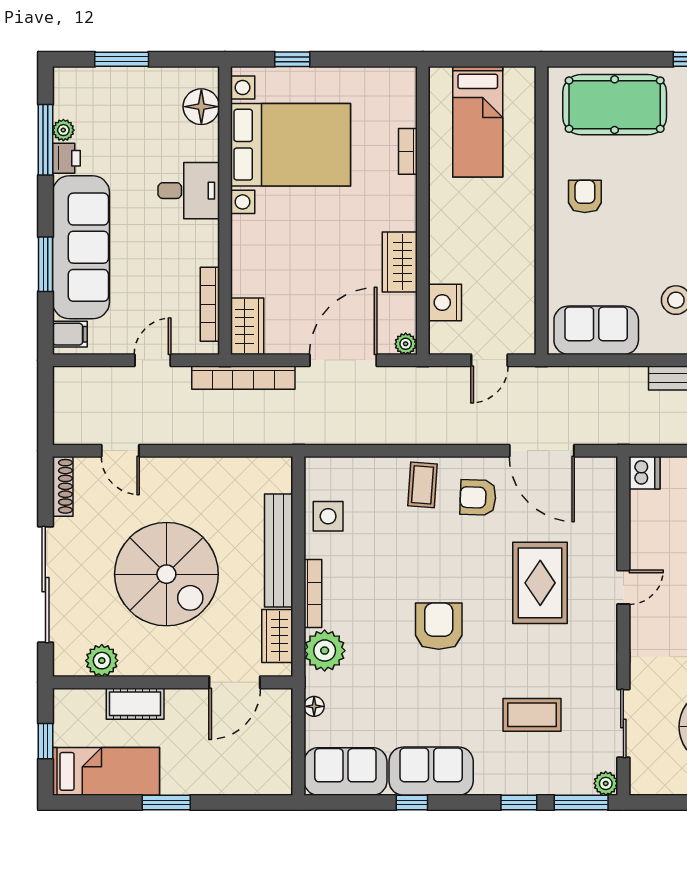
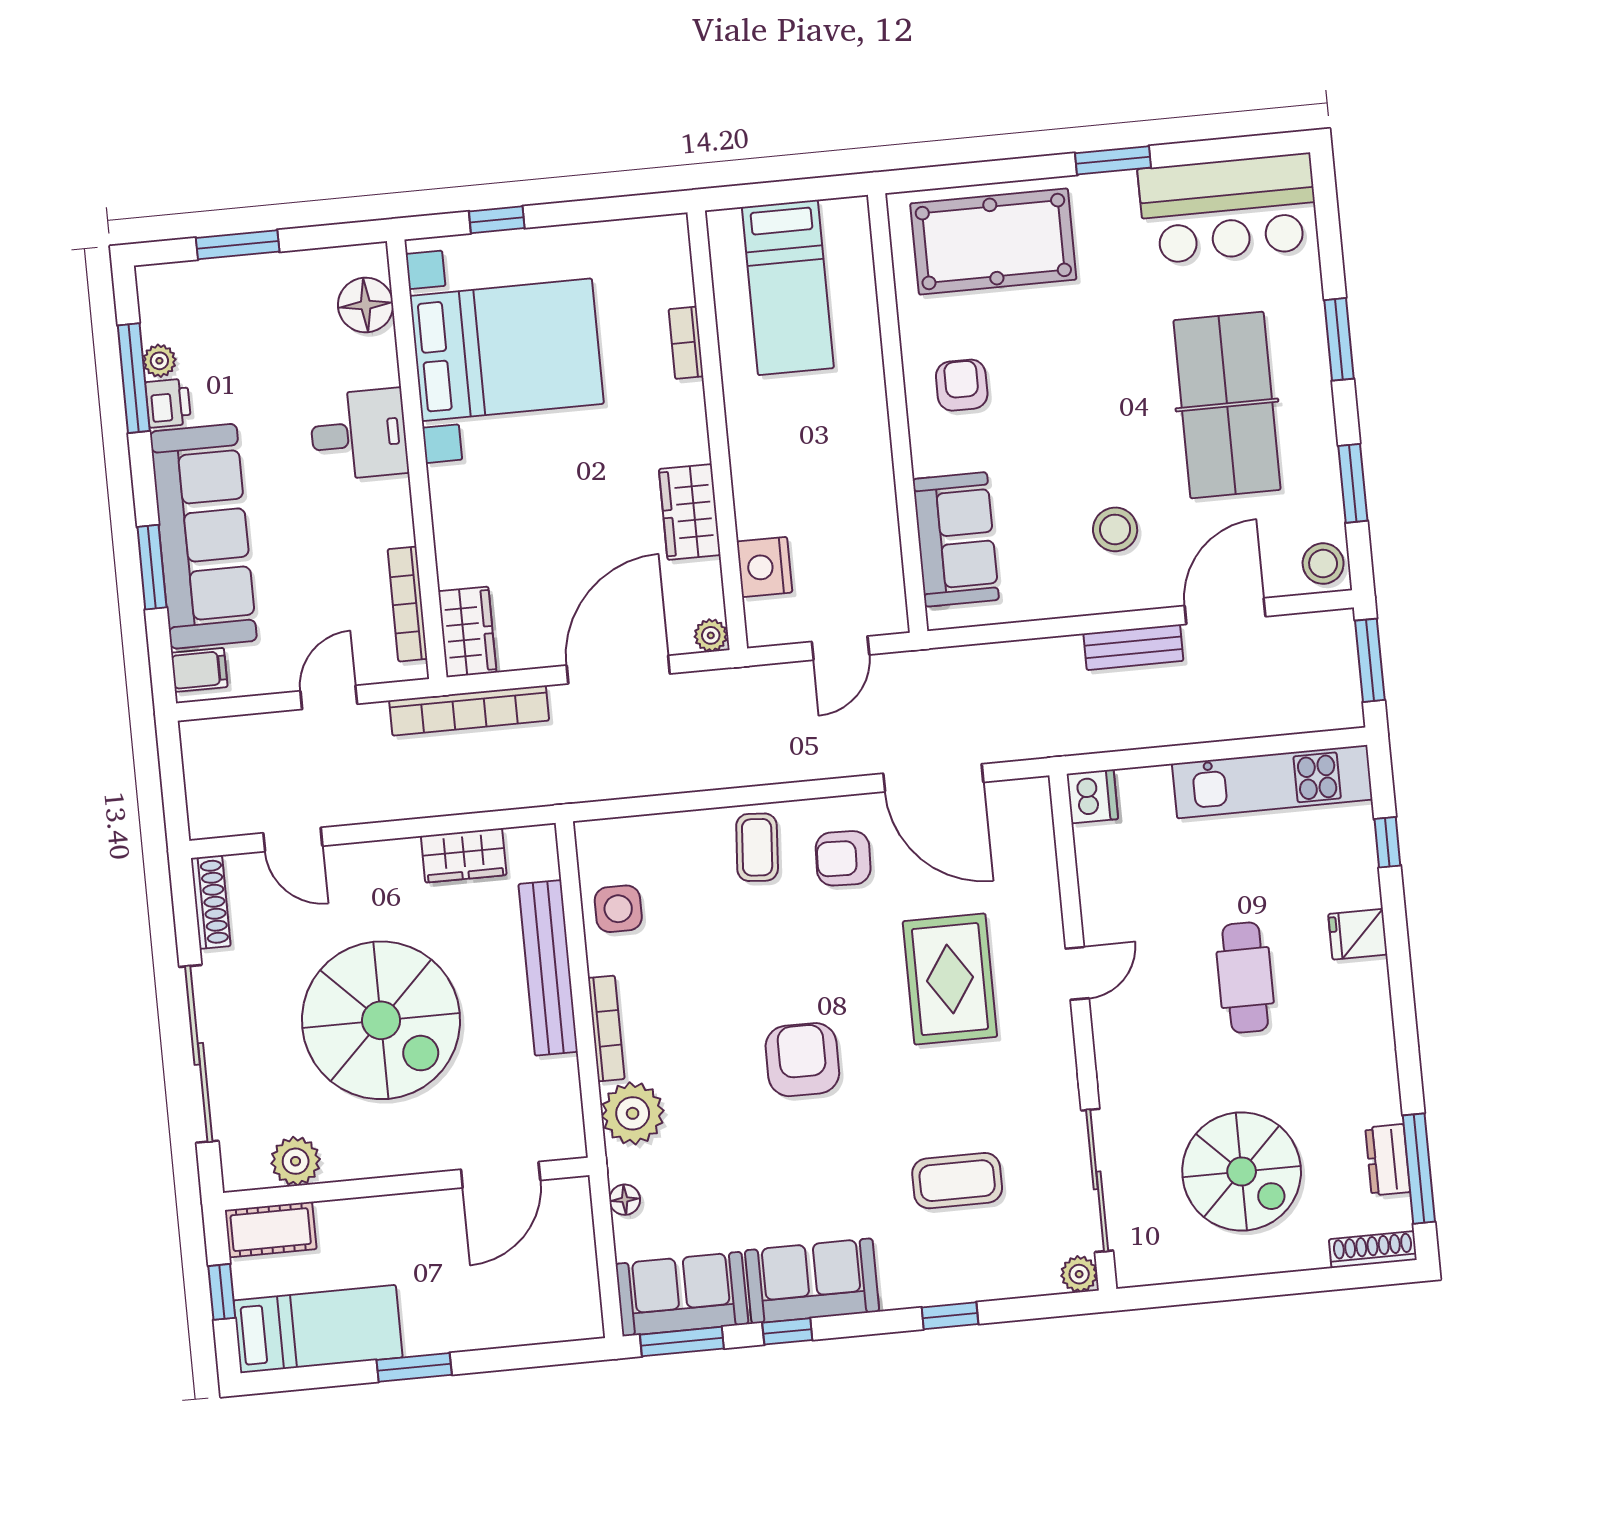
sofa: (596, 330) -> (956, 539), moved, turned 90
wardrobe: (277, 636) -> (464, 855), moved, turned -90
cot: (135, 704) -> (271, 1230), moved
sliding door: (623, 723) -> (1097, 1180), width x1.37
window: (581, 802) -> (682, 1342), moved

